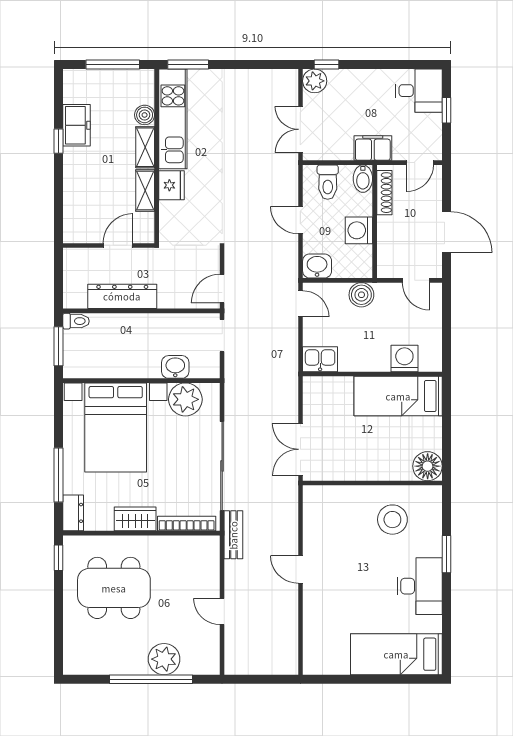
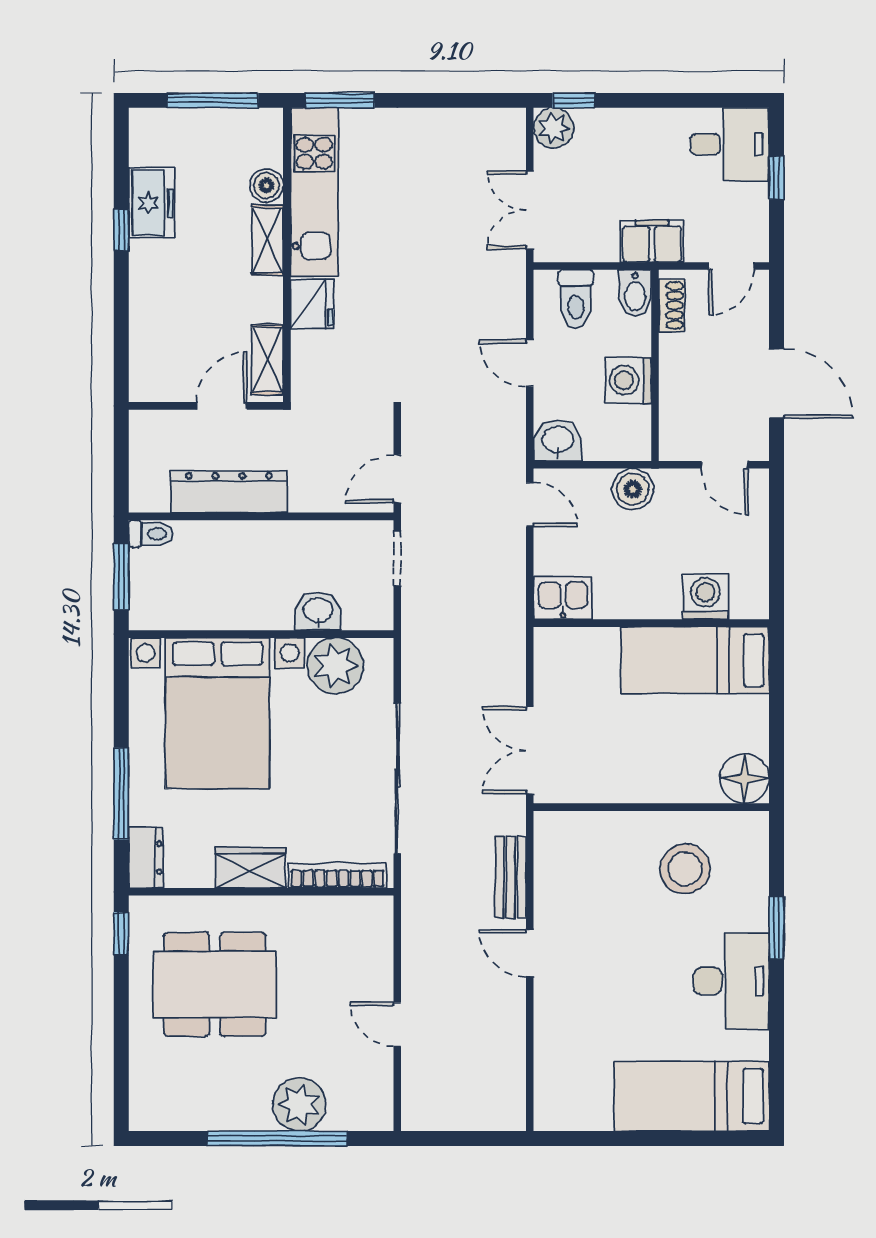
shelving: (145, 190) -> (267, 360), moved
shoe rack: (384, 193) -> (671, 305), width x0.70
bench: (233, 535) -> (511, 877), moved

